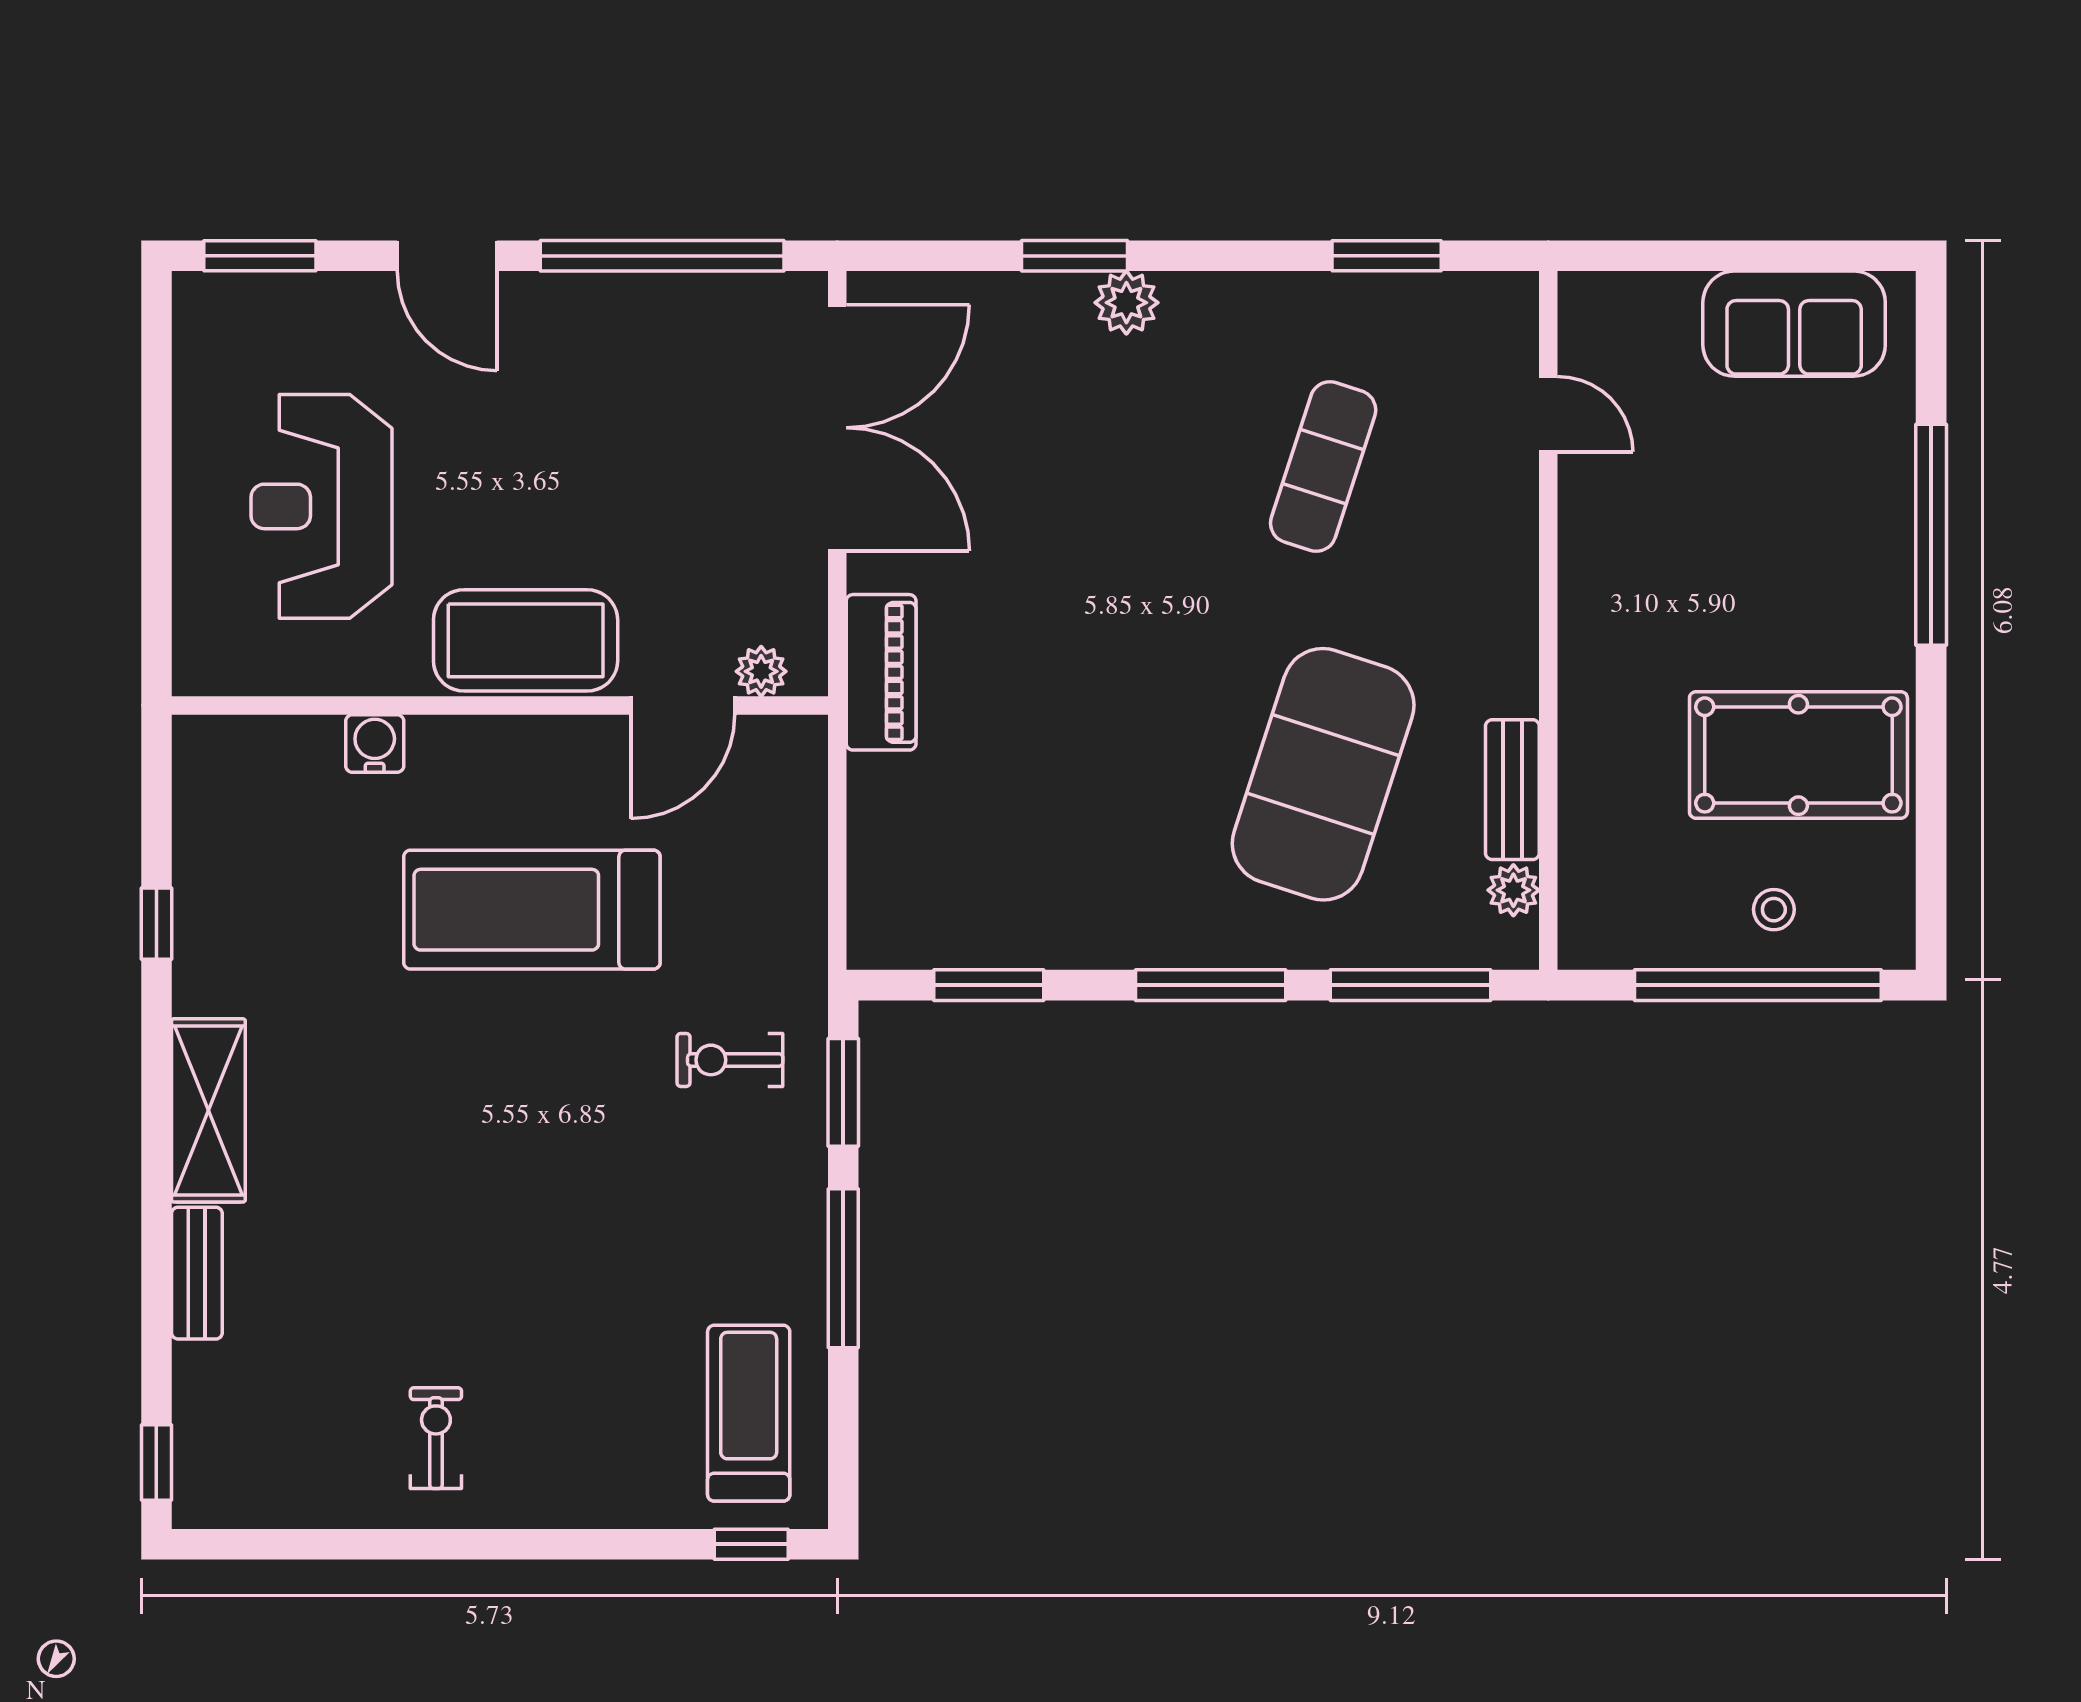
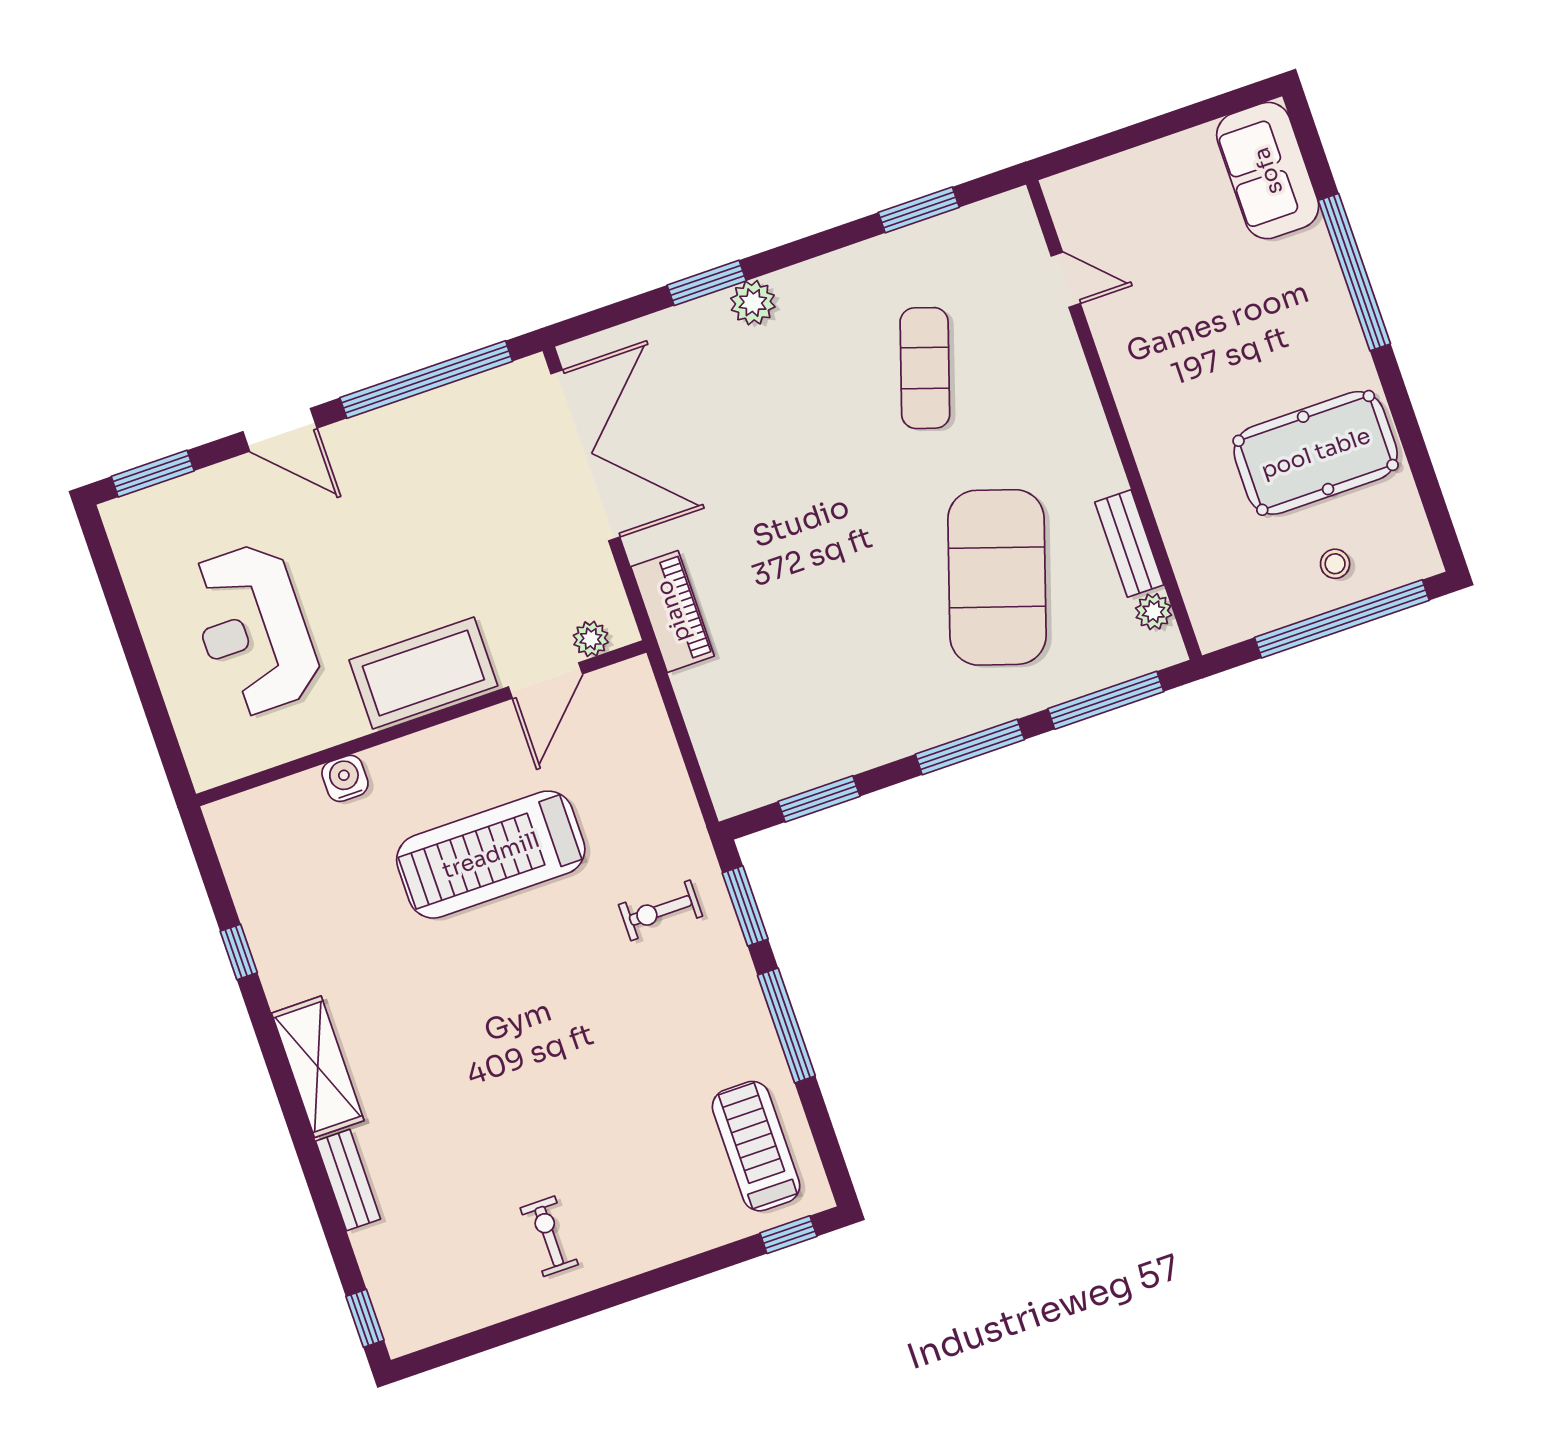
sofa: (1794, 324) -> (1268, 171), moved, turned 90

